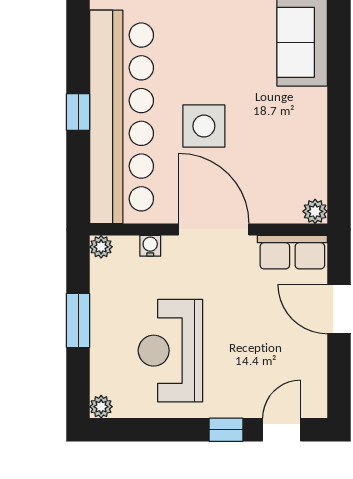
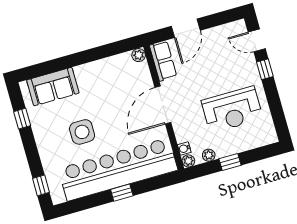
side table: (204, 126) -> (82, 132), moved
water cooler: (150, 246) -> (184, 149), moved
window: (78, 320) -> (230, 162), width x0.67
plant: (101, 407) -> (209, 155), moved

